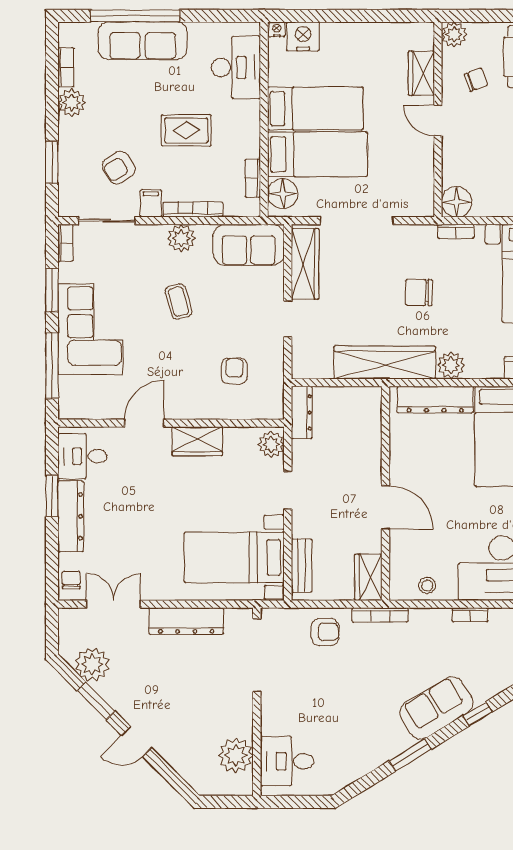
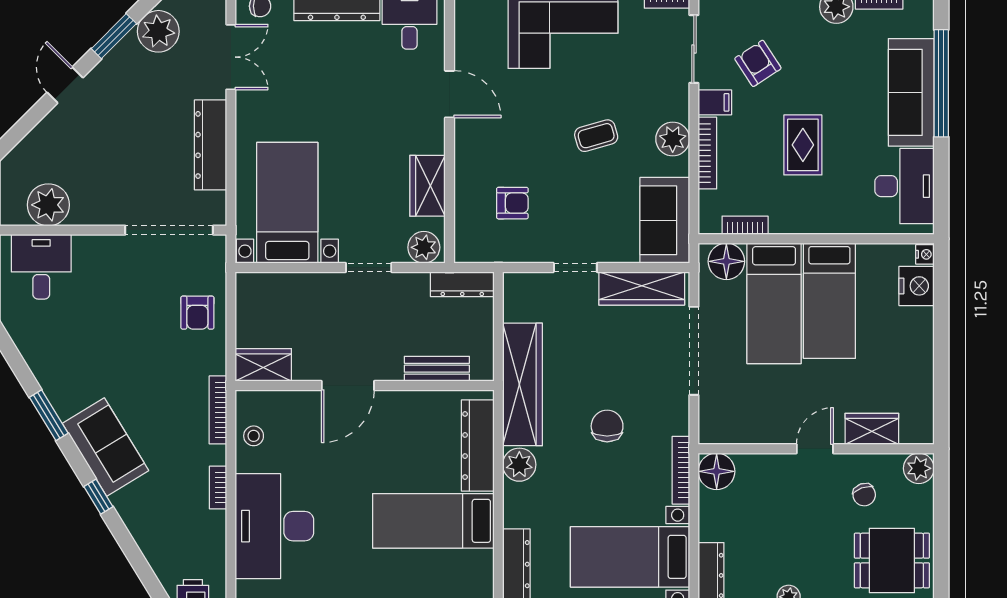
desk: (236, 67) -> (904, 186), moved, turned -90
bookcase: (456, 231) -> (681, 470), width x1.56
wardrobe: (197, 441) -> (428, 186), moved
bench: (302, 565) -> (437, 369), moved
bookcase: (380, 615) -> (218, 410), moved

